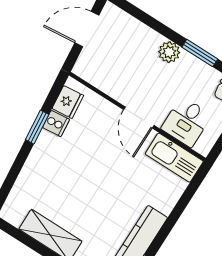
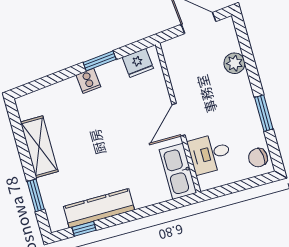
plant: (169, 52) -> (234, 63), moved
cooker: (56, 123) -> (88, 81), moved

